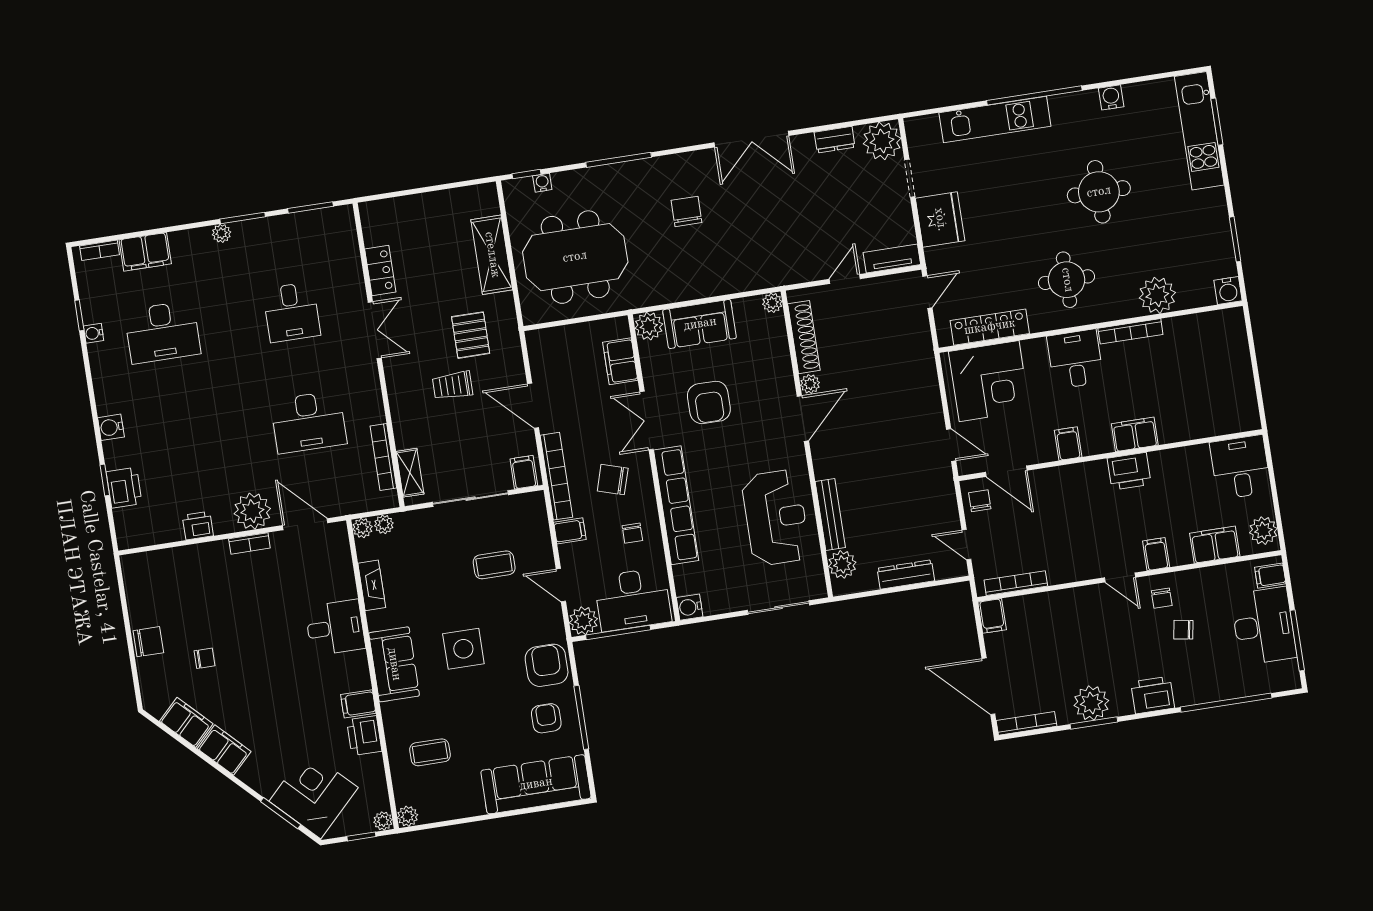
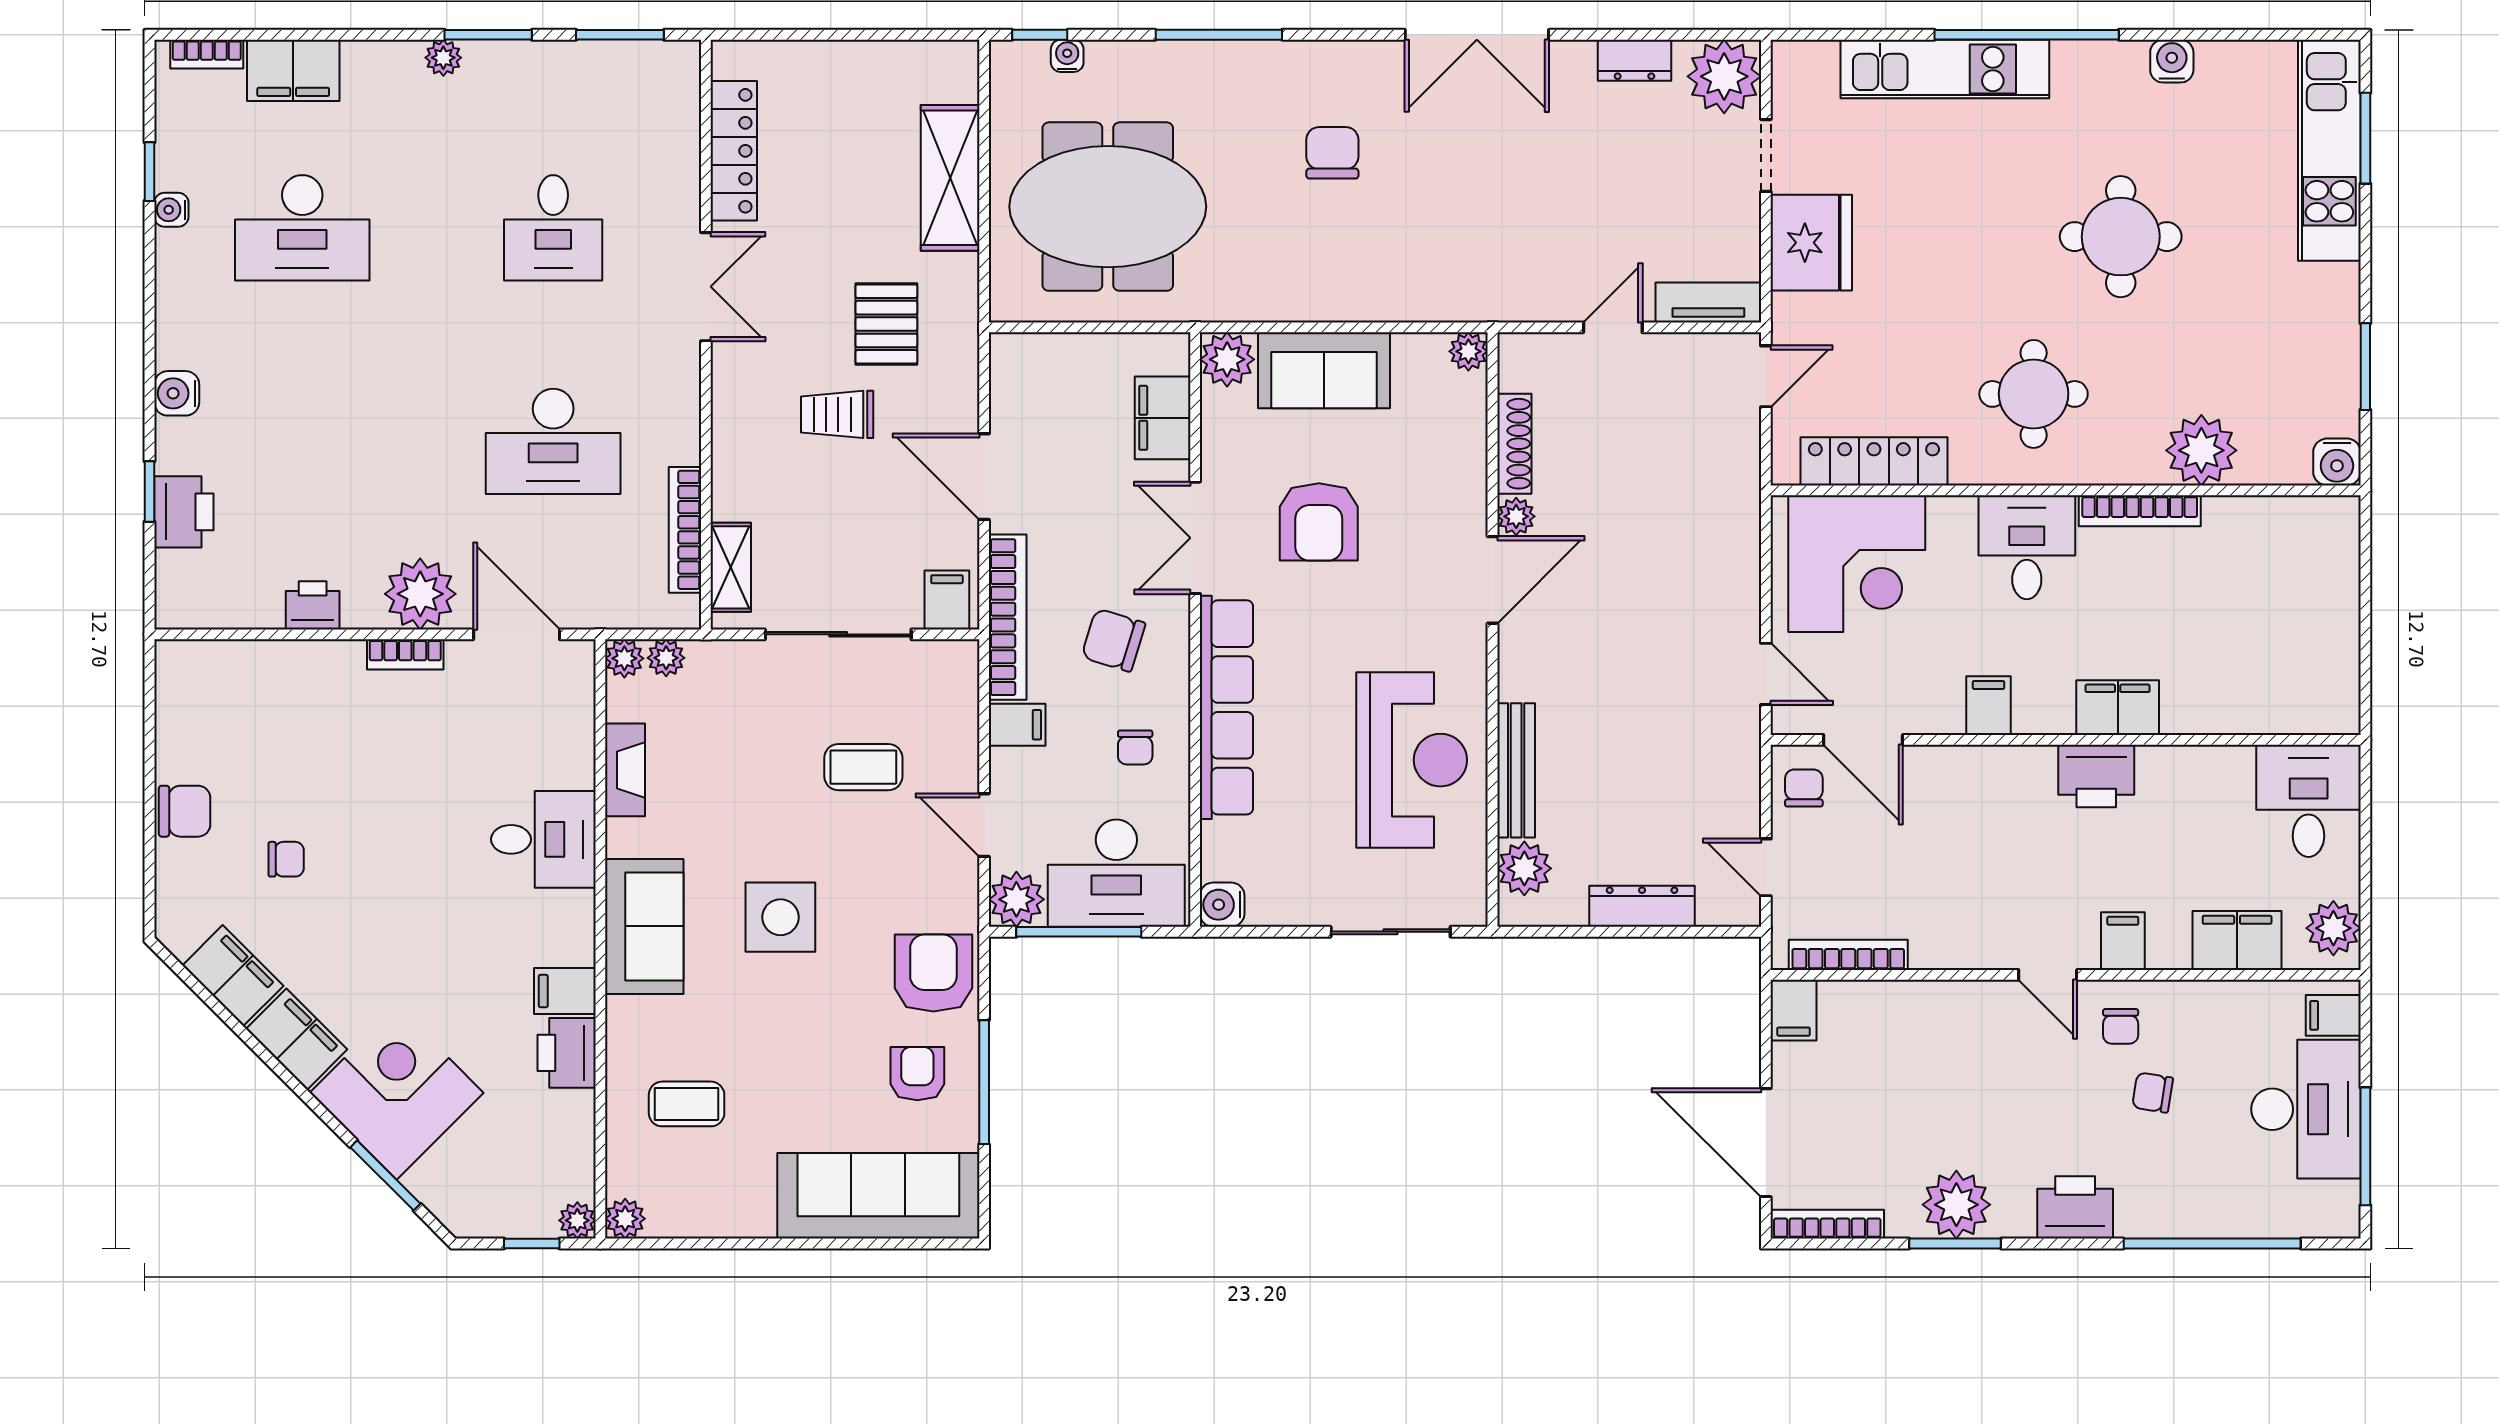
locker: (380, 271) -> (734, 151), width x1.53
shoe rack: (804, 337) -> (1514, 444), width x0.74, depth x0.81
corner desk: (314, 794) -> (397, 1093), moved

